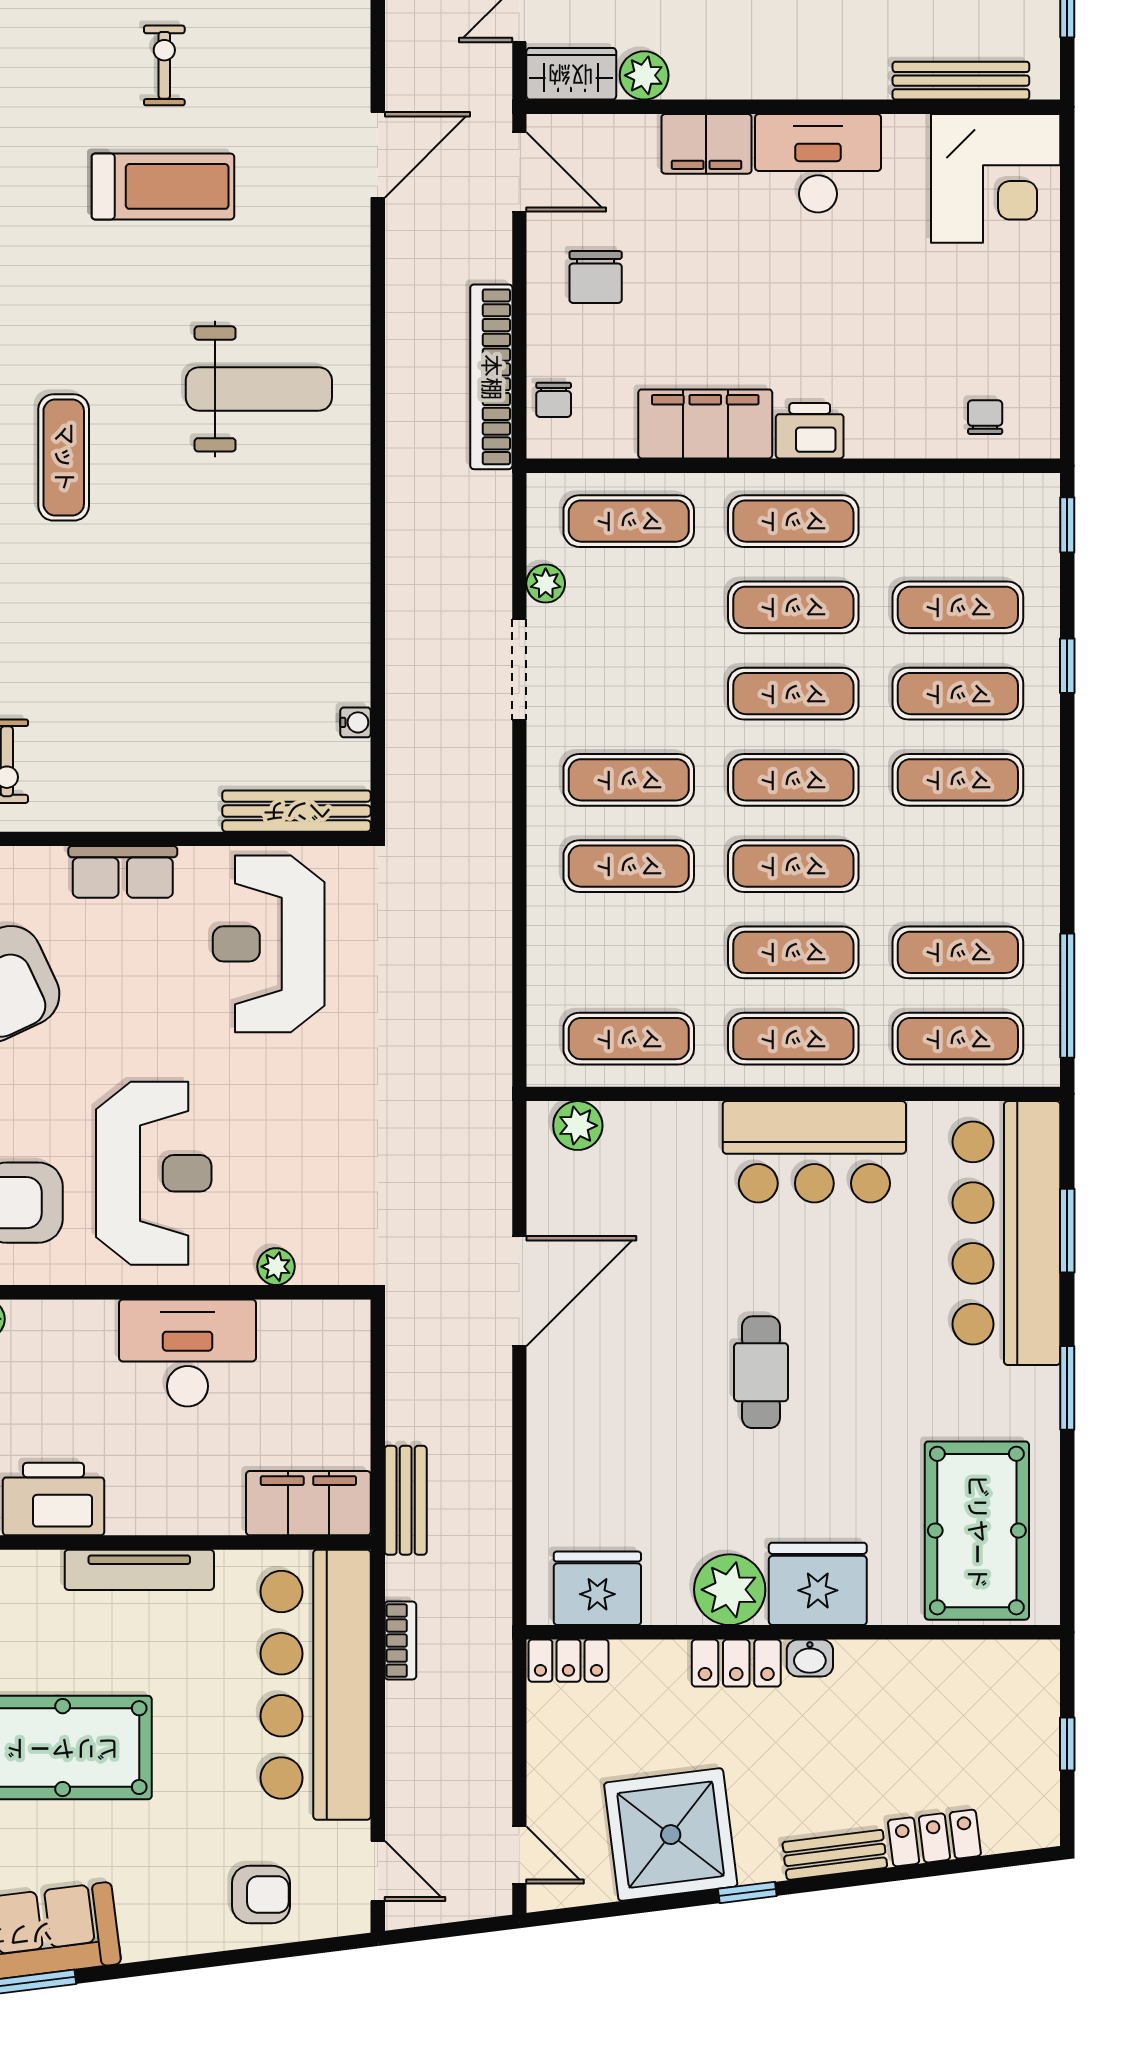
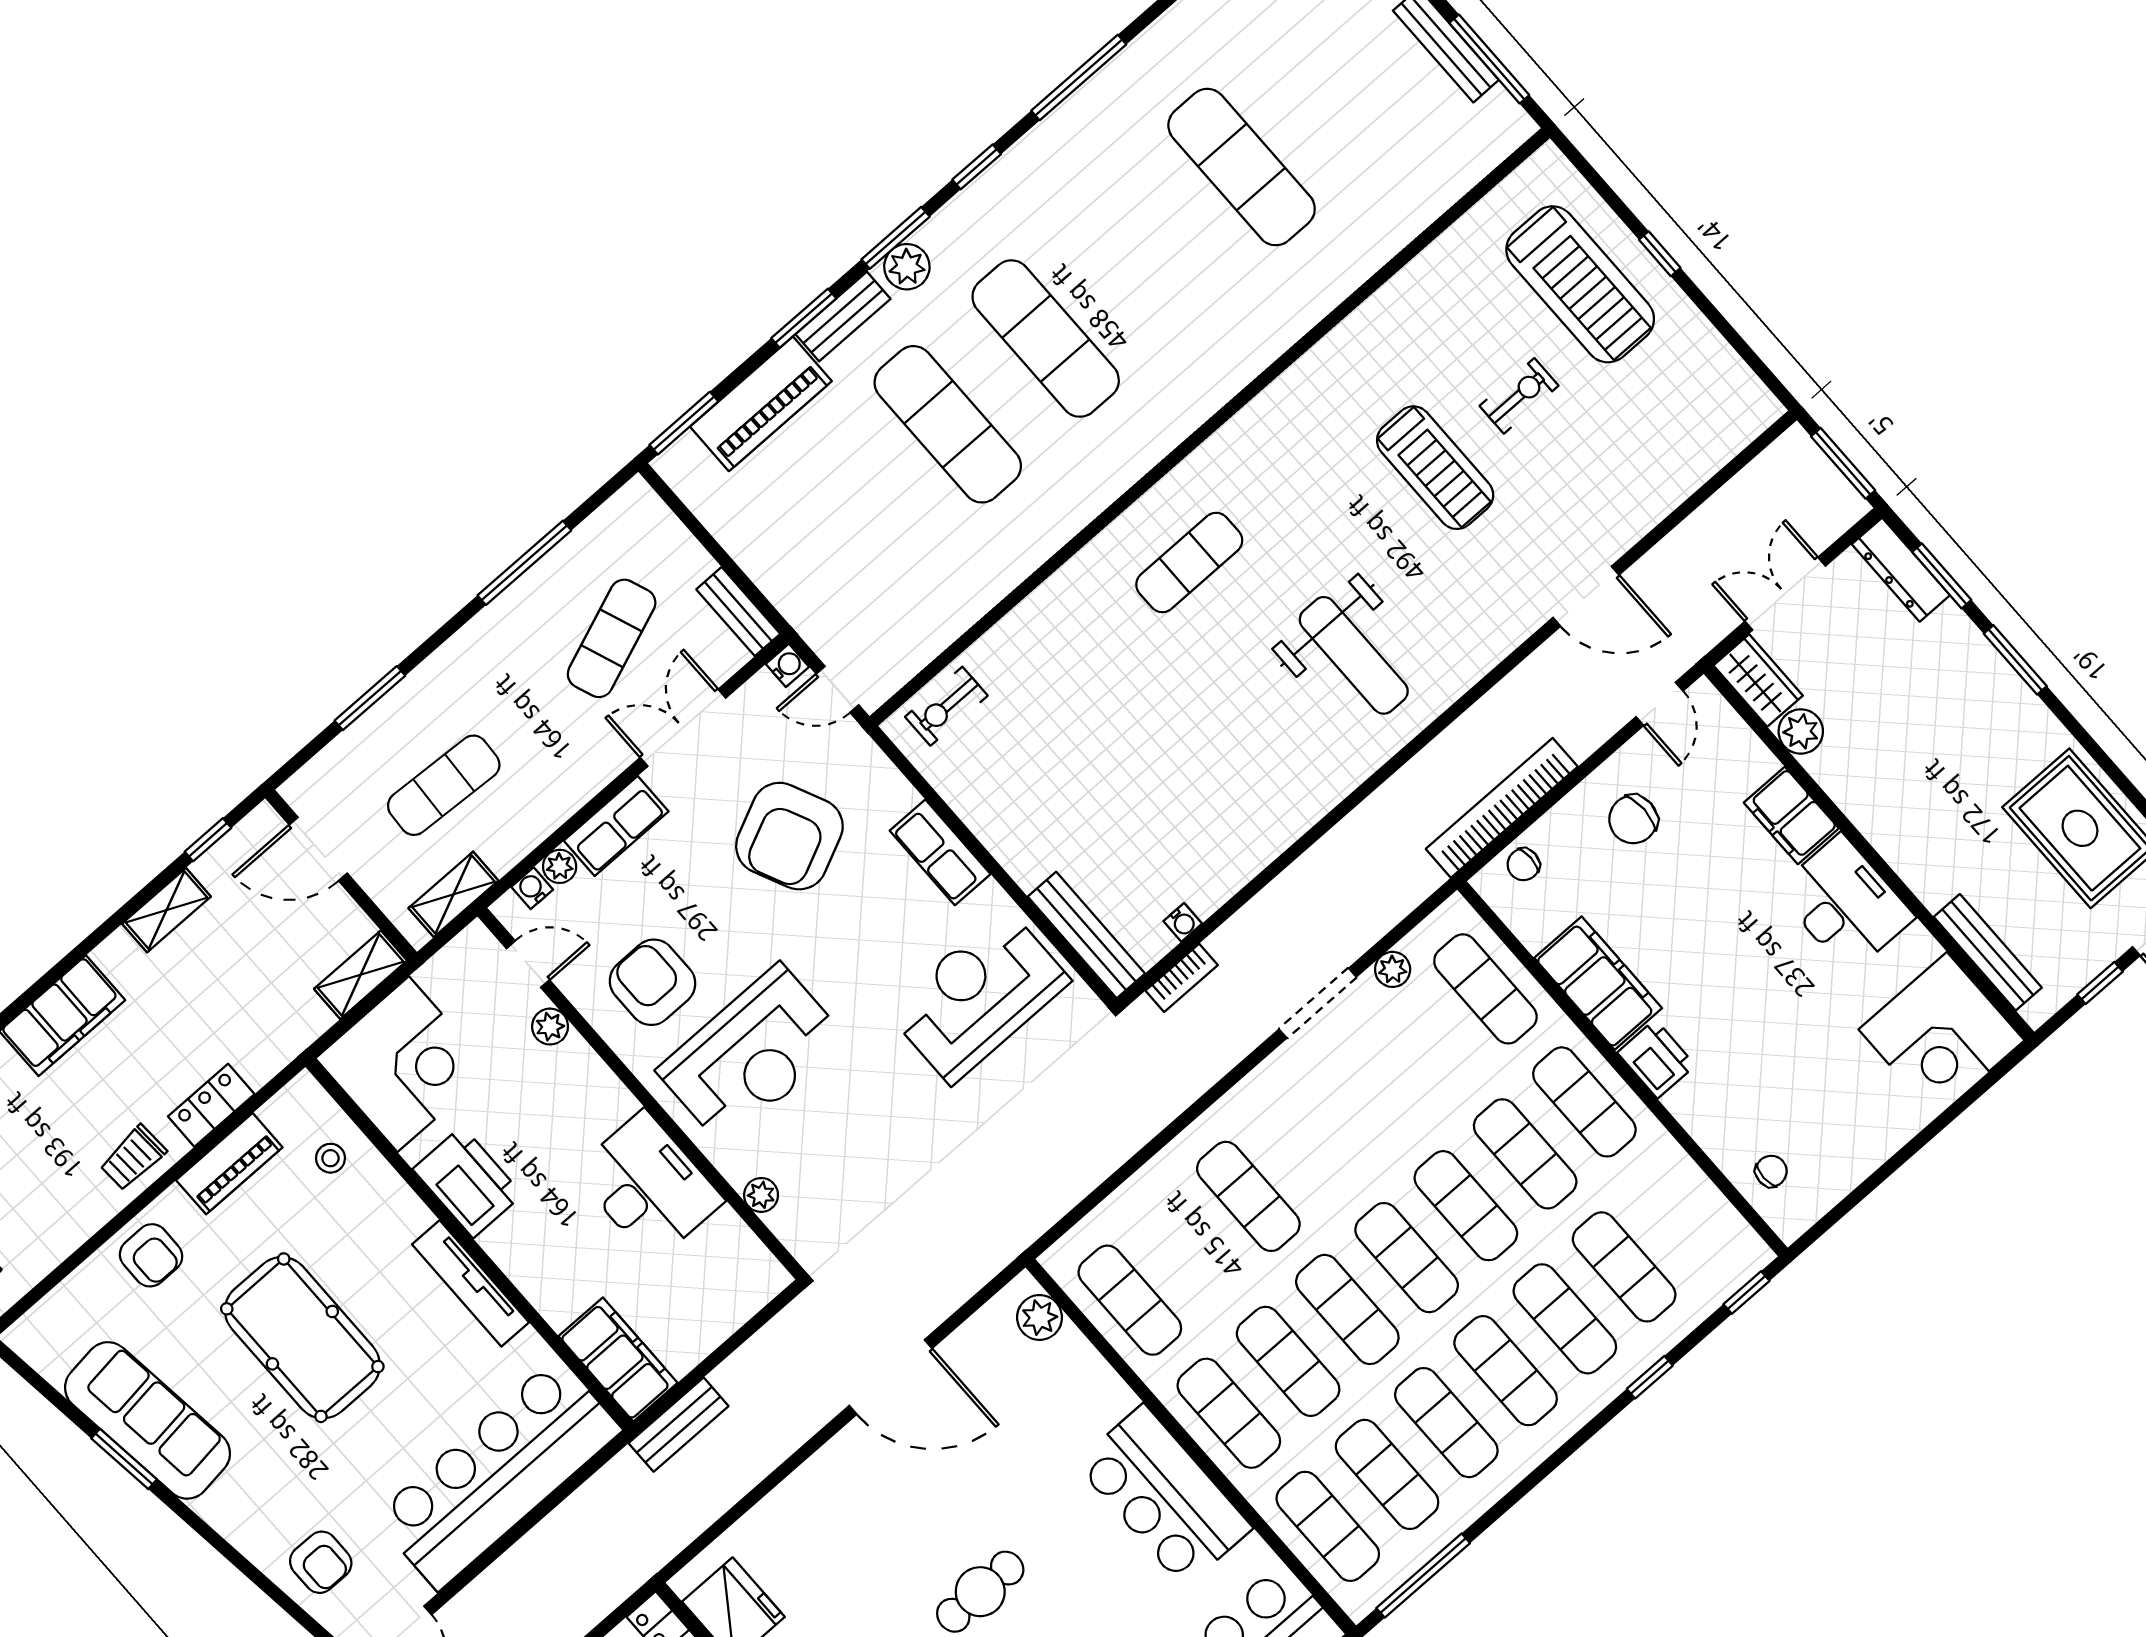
door: (519, 172) -> (1660, 704), width x0.73
exercise mat: (629, 780) -> (1446, 1423), moved
bookcase: (400, 1641) -> (1182, 978), moved

